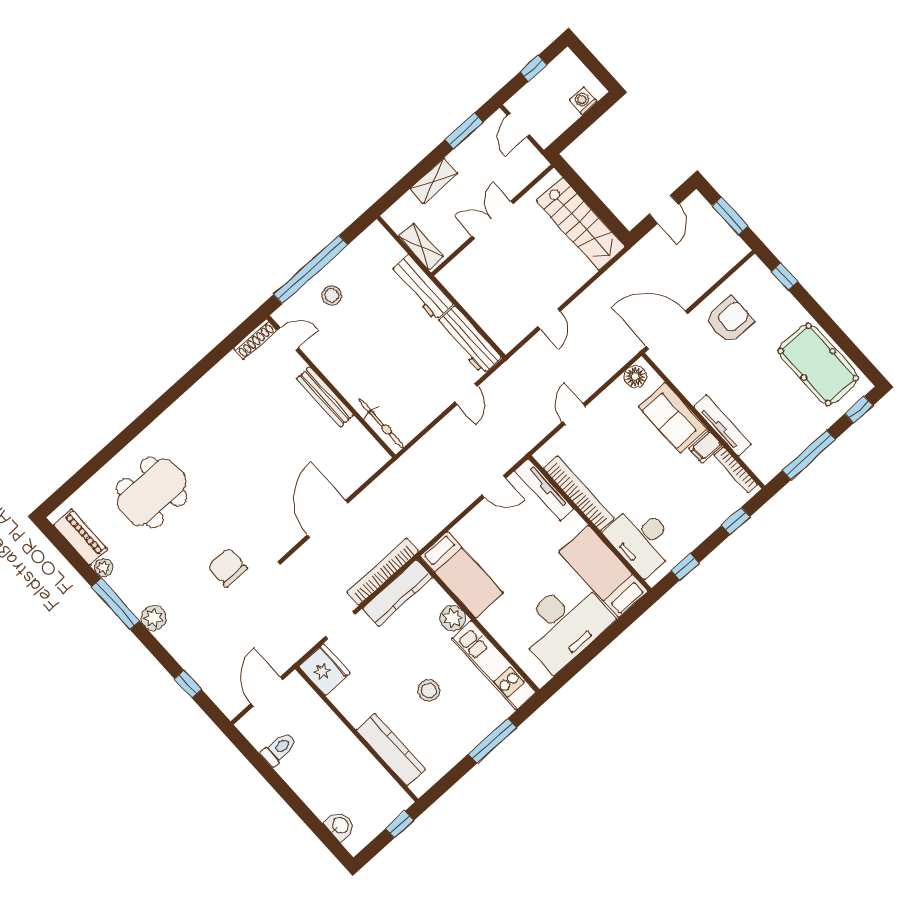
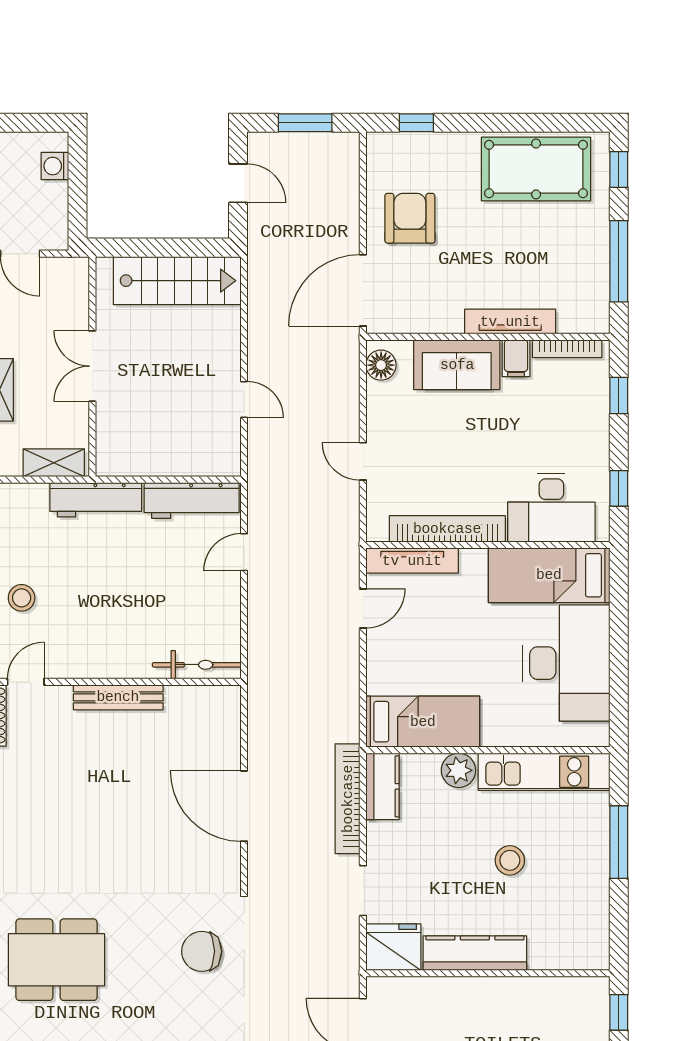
door: (466, 394) -> (244, 552), swing flipped
dining table: (152, 492) -> (57, 960), turned 90
kitchen counter: (398, 593) -> (383, 786), width x0.67
kitchen counter: (391, 750) -> (475, 953), moved

